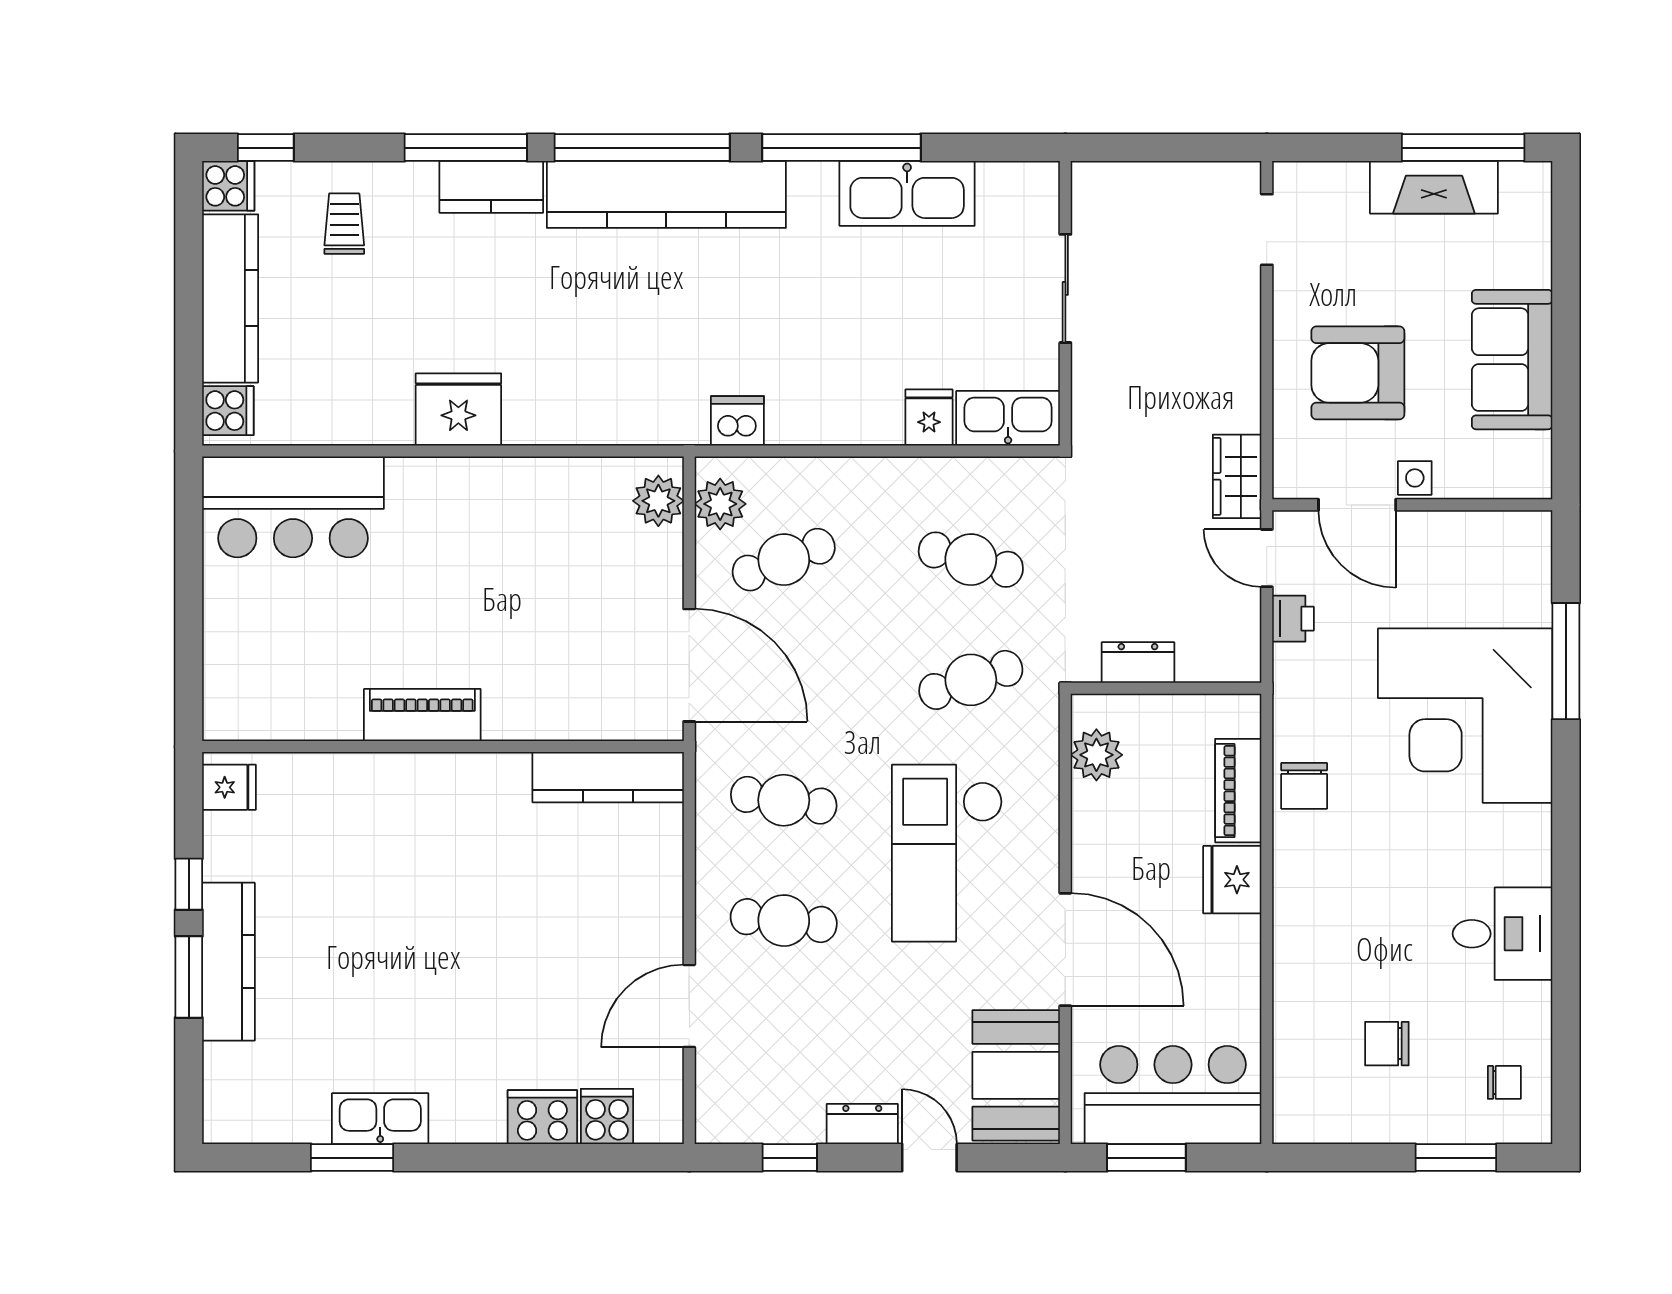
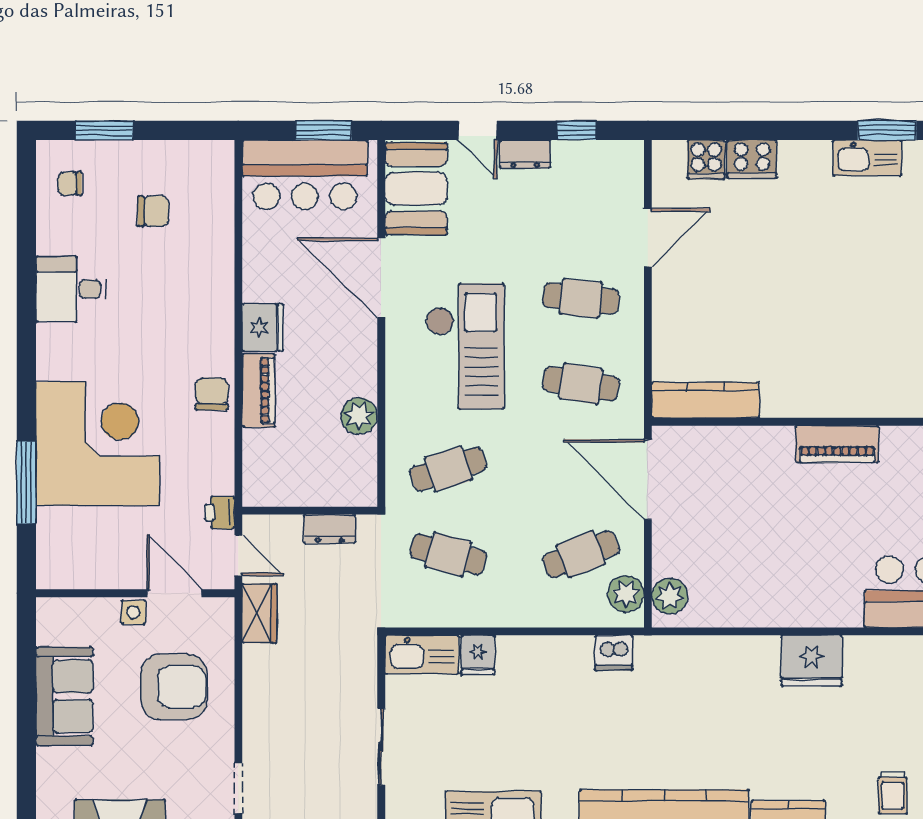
dresser: (1138, 663) -> (330, 529), moved
wall: (1166, 688) -> (310, 511), moved

